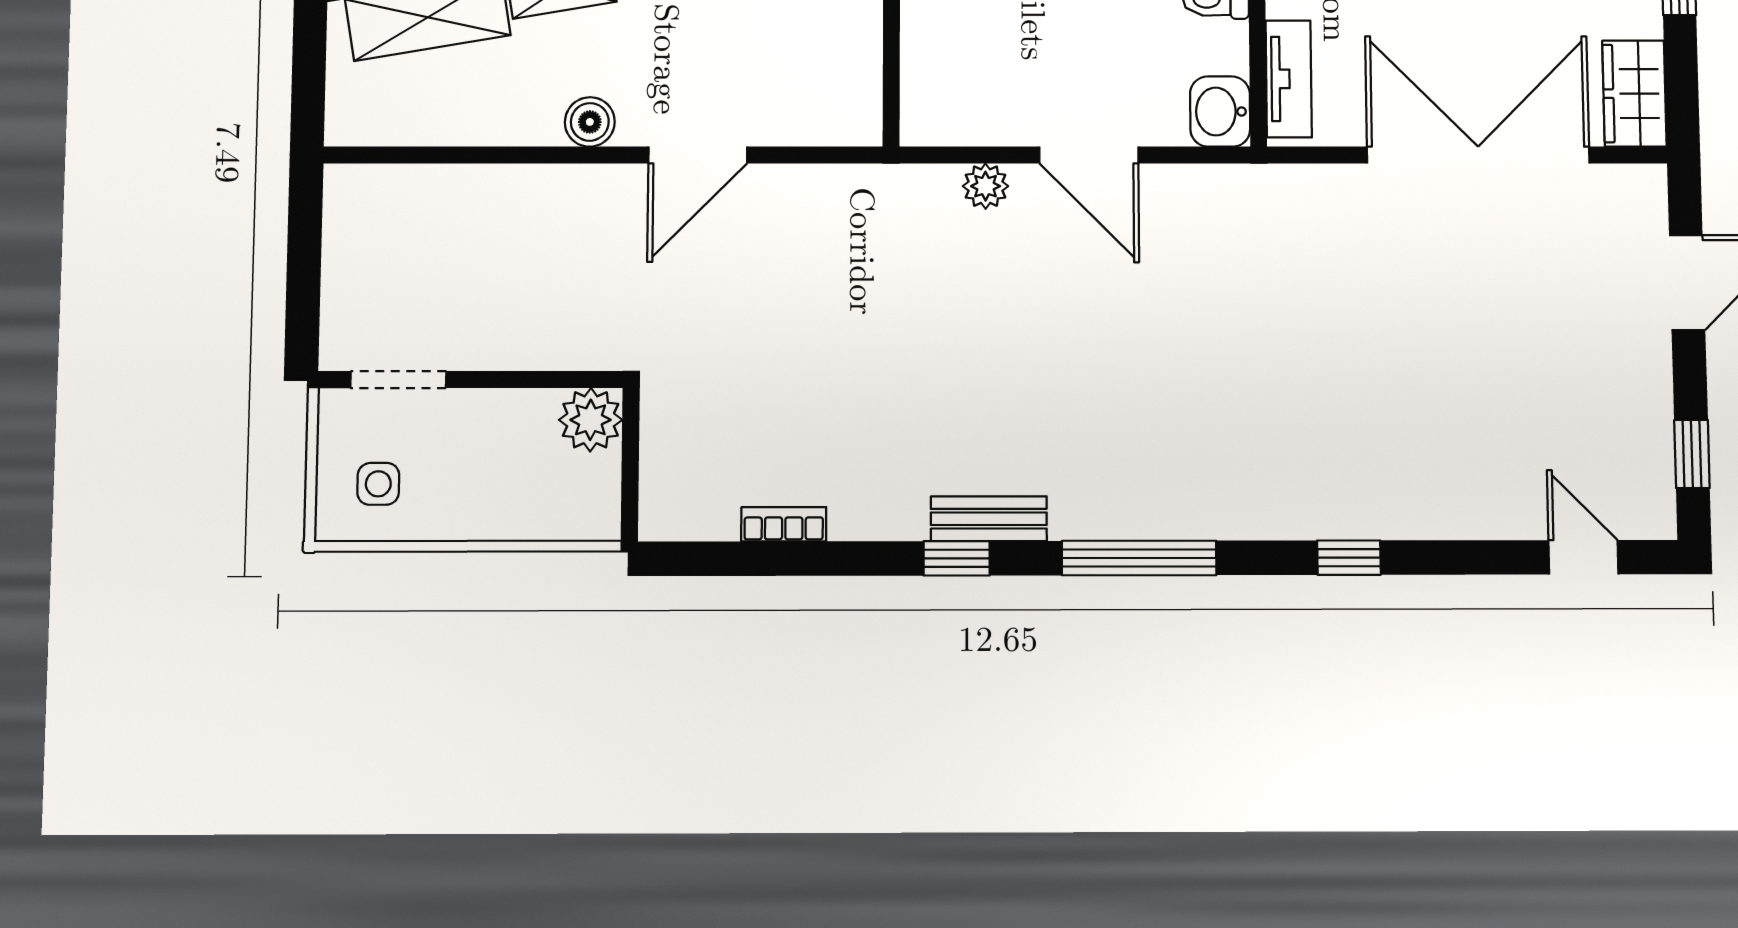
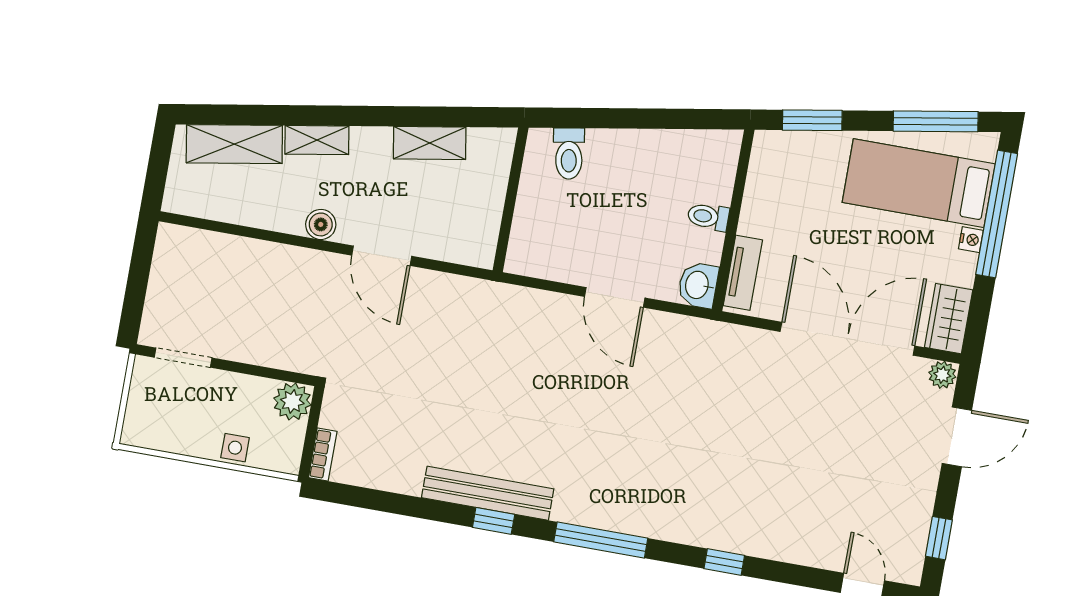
door: (698, 155) -> (382, 256), hinge flipped
plant: (986, 186) -> (942, 375), moved
side table: (378, 484) -> (235, 448), moved
bench: (989, 519) -> (488, 493), width x1.86, depth x1.21
bookcase: (784, 524) -> (323, 454), moved, turned 90

